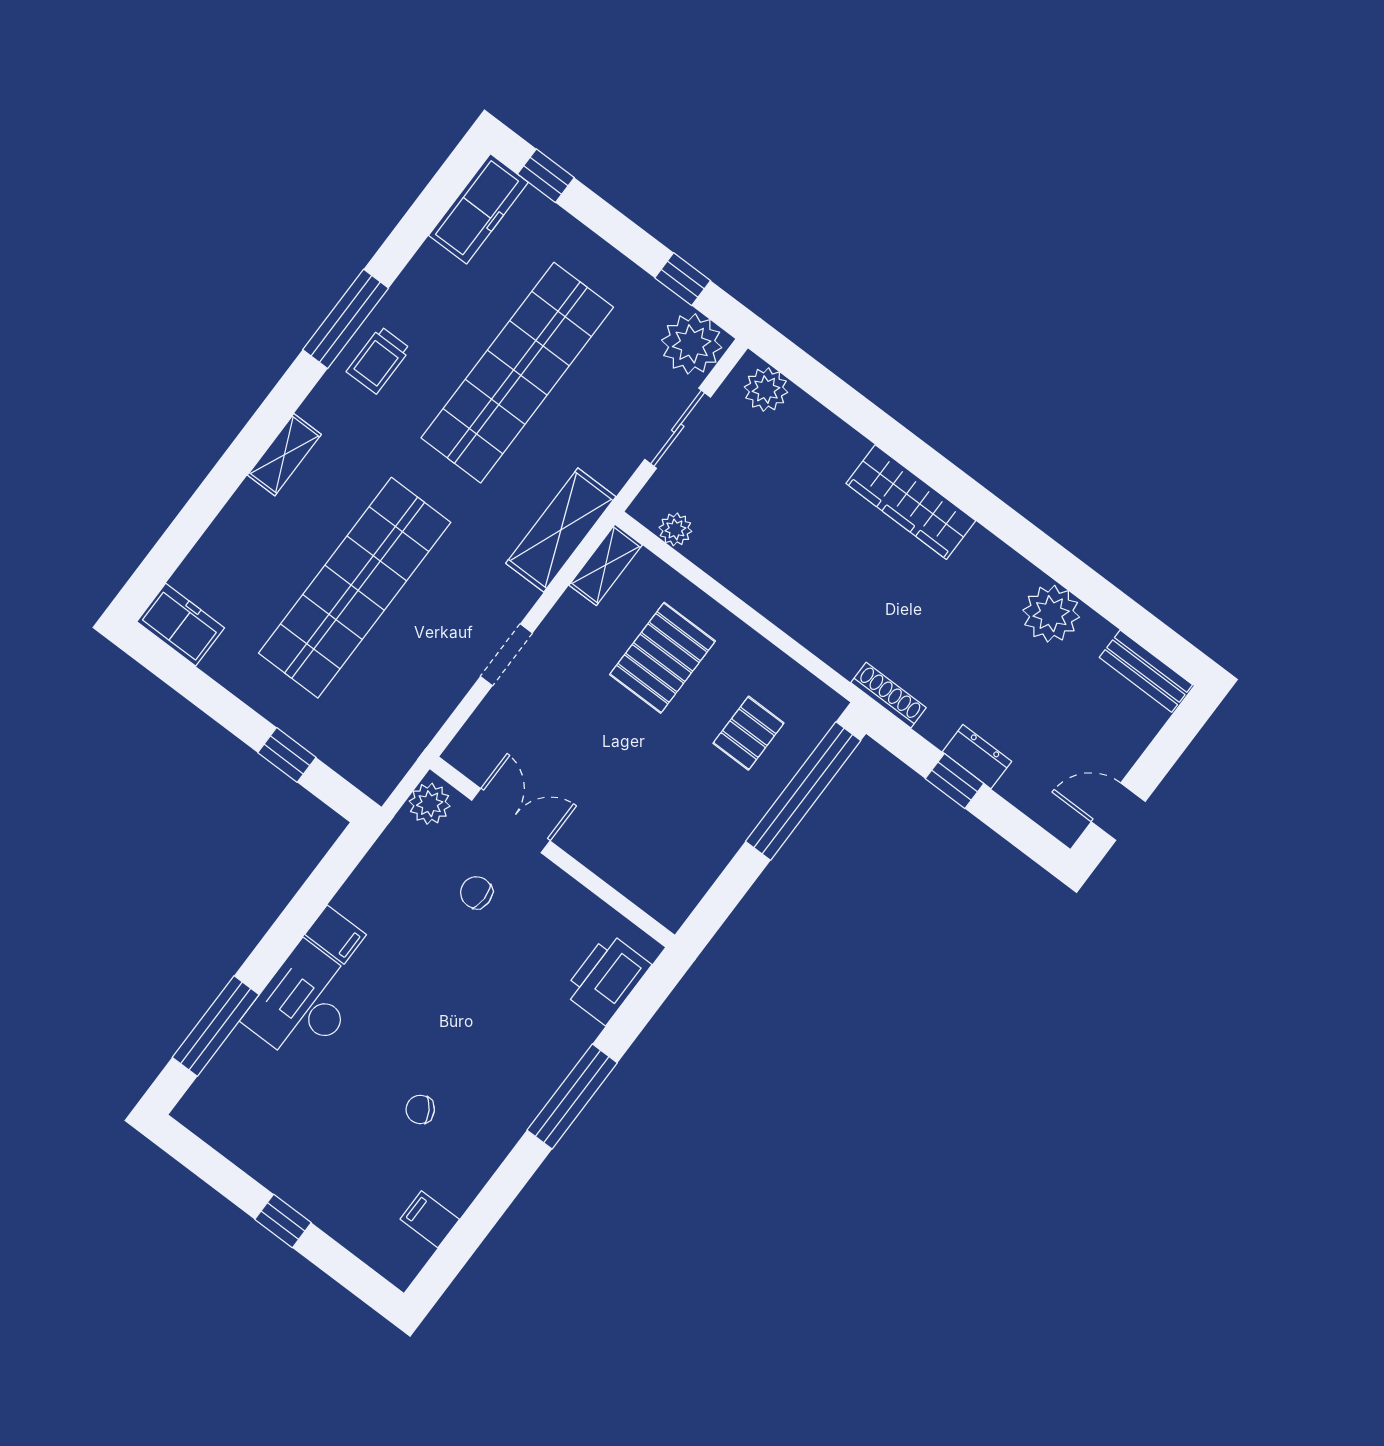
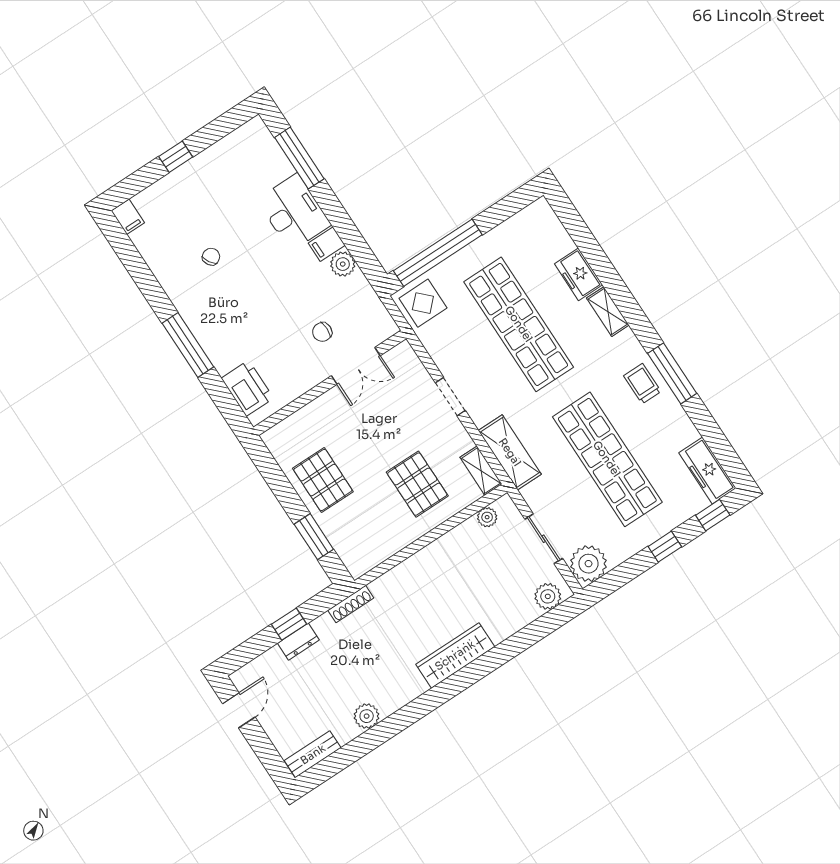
window: (683, 279) -> (665, 547), moved
plant: (1051, 614) -> (367, 716), width x0.73, depth x0.73
freezer: (181, 625) -> (578, 274), moved, turned 90
pallet: (749, 733) -> (323, 480), moved, width x1.50, depth x1.42
display table: (375, 750) -> (423, 303), added
window: (287, 755) -> (438, 253), width x3.17
window: (803, 791) -> (314, 537), width x0.47
plant: (430, 804) -> (343, 264), moved
chair: (476, 893) -> (322, 332), turned 180
filing cabinet: (430, 1219) -> (128, 217), moved, turned 90

